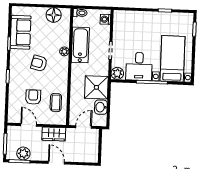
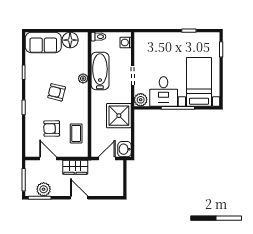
sofa: (21, 32) -> (43, 43), moved, turned 90
armchair: (33, 97) -> (52, 129), turned -91
washbasin: (101, 107) -> (124, 149), moved

